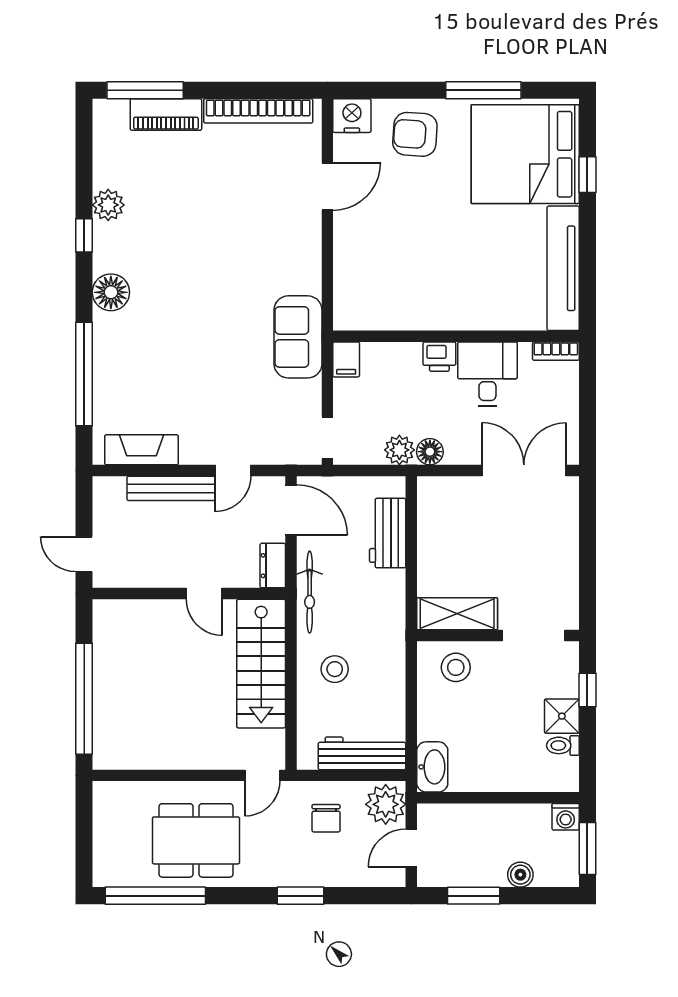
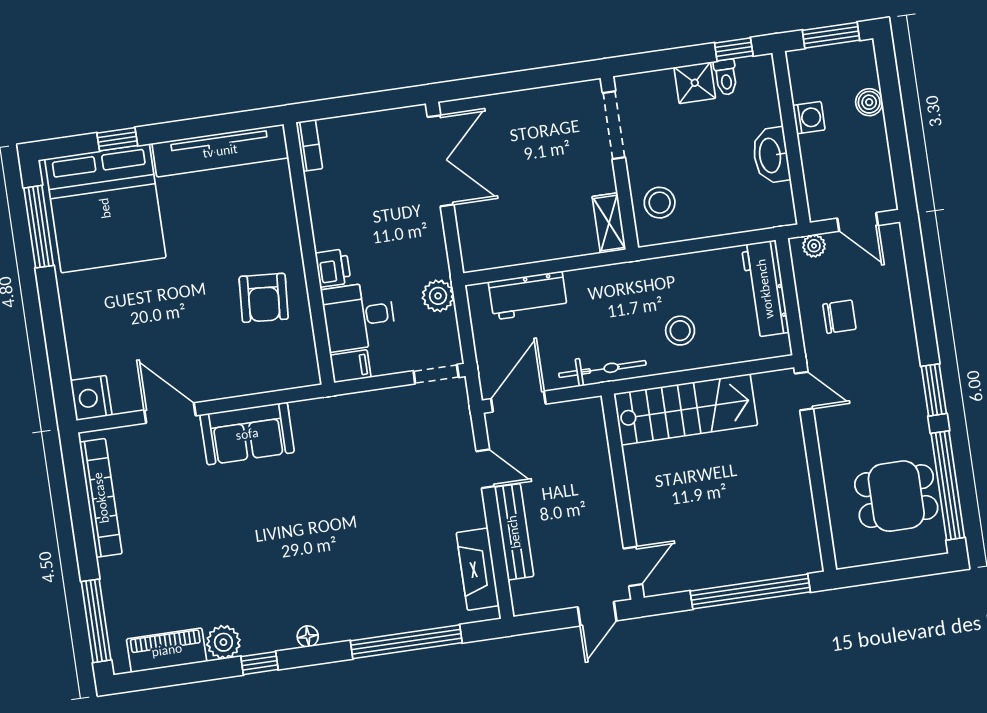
window: (483, 90) -> (39, 227), moved
piano: (166, 114) -> (167, 650), moved, turned -90
armchair: (415, 134) -> (264, 298), moved
floor lamp: (111, 292) -> (308, 636), width x0.53, depth x0.53
sofa: (298, 337) -> (247, 434), moved
desk: (487, 374) -> (359, 316), moved
floor lamp: (430, 452) -> (435, 263), removed
double door: (524, 471) -> (441, 161), swing flipped
dresser: (273, 566) -> (580, 412), removed
door: (204, 594) -> (633, 566), moved
shelving: (457, 614) -> (609, 223), width x0.67, depth x0.75
window: (587, 690) -> (734, 49), moved
washbasin: (432, 767) -> (771, 155), moved, turned -90
plant: (386, 804) -> (814, 246), width x0.53, depth x0.53
washing machine: (566, 817) -> (809, 118), moved
dining table: (196, 840) -> (896, 496), moved, width x0.73
window: (300, 896) -> (934, 390), moved
window: (474, 896) -> (899, 148), removed

